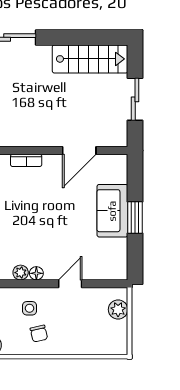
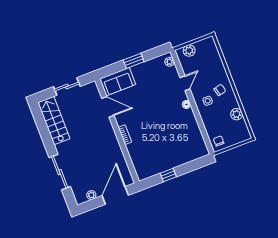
sofa: (112, 211) -> (118, 82), moved
plant: (21, 273) -> (169, 62), moved
door: (70, 284) -> (185, 83), swing flipped

